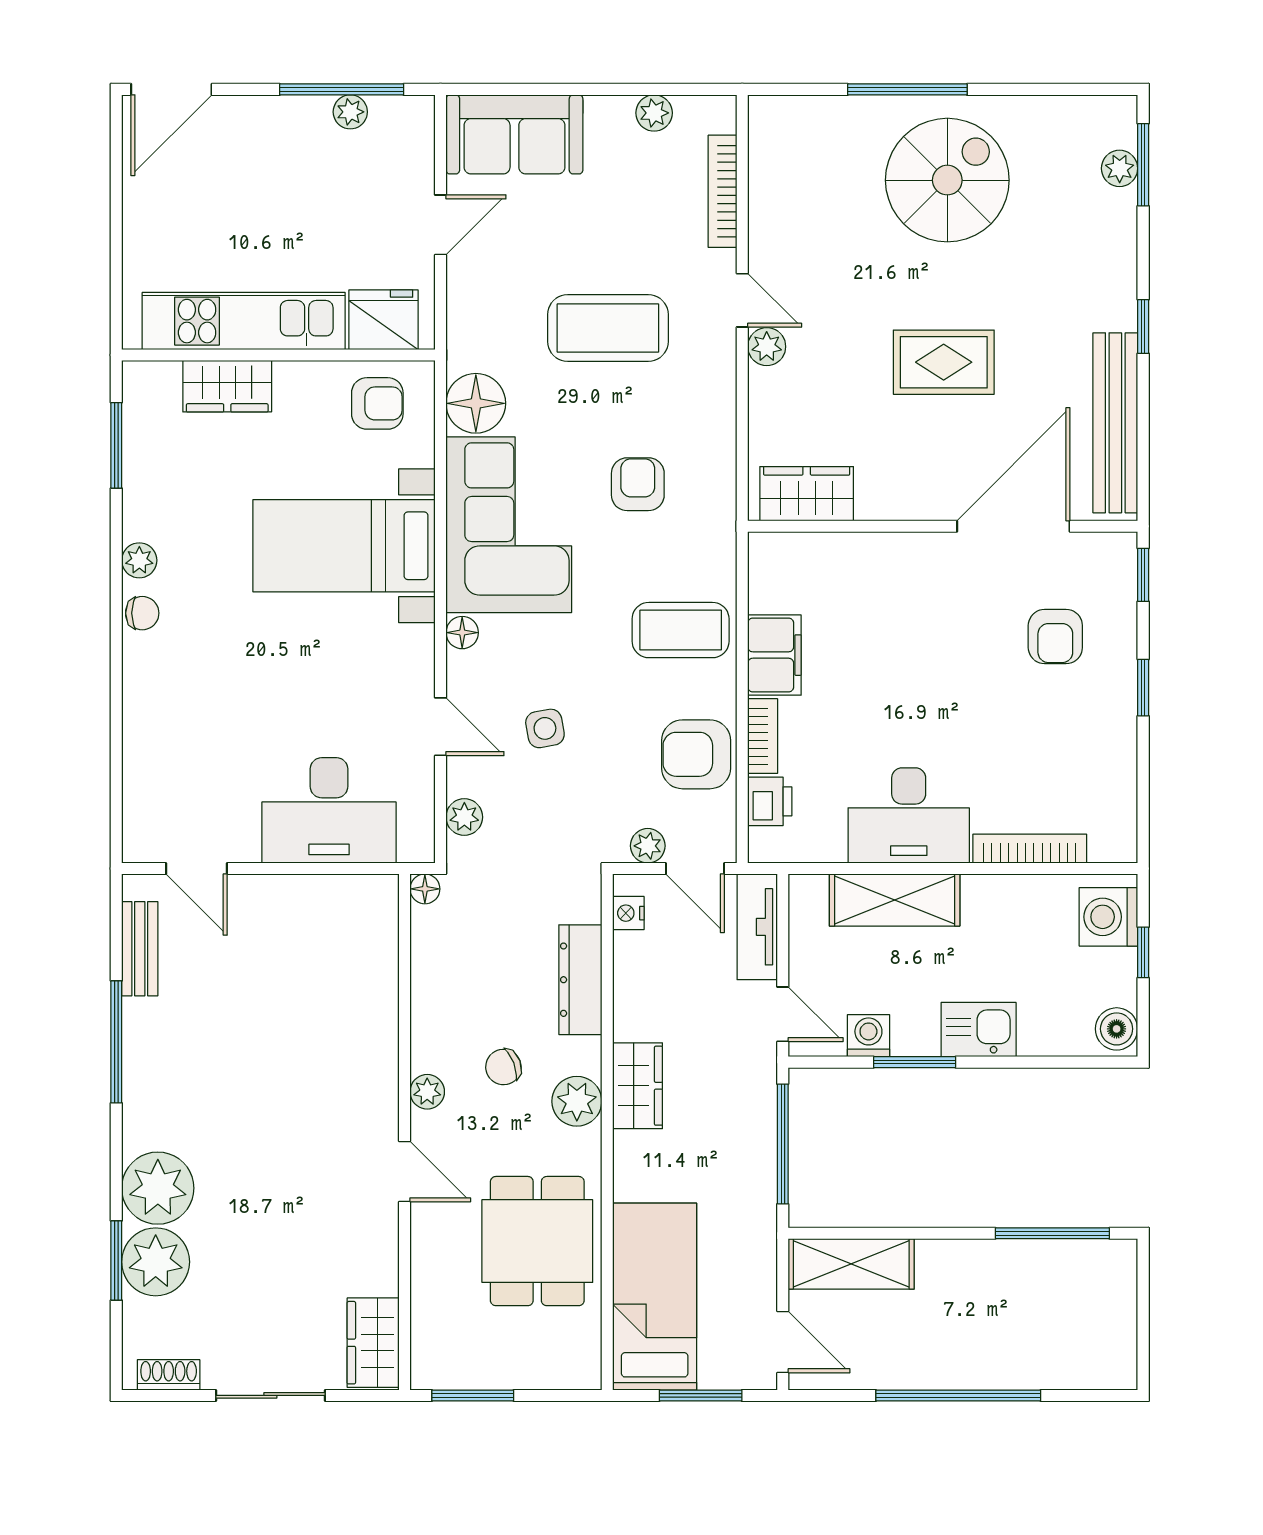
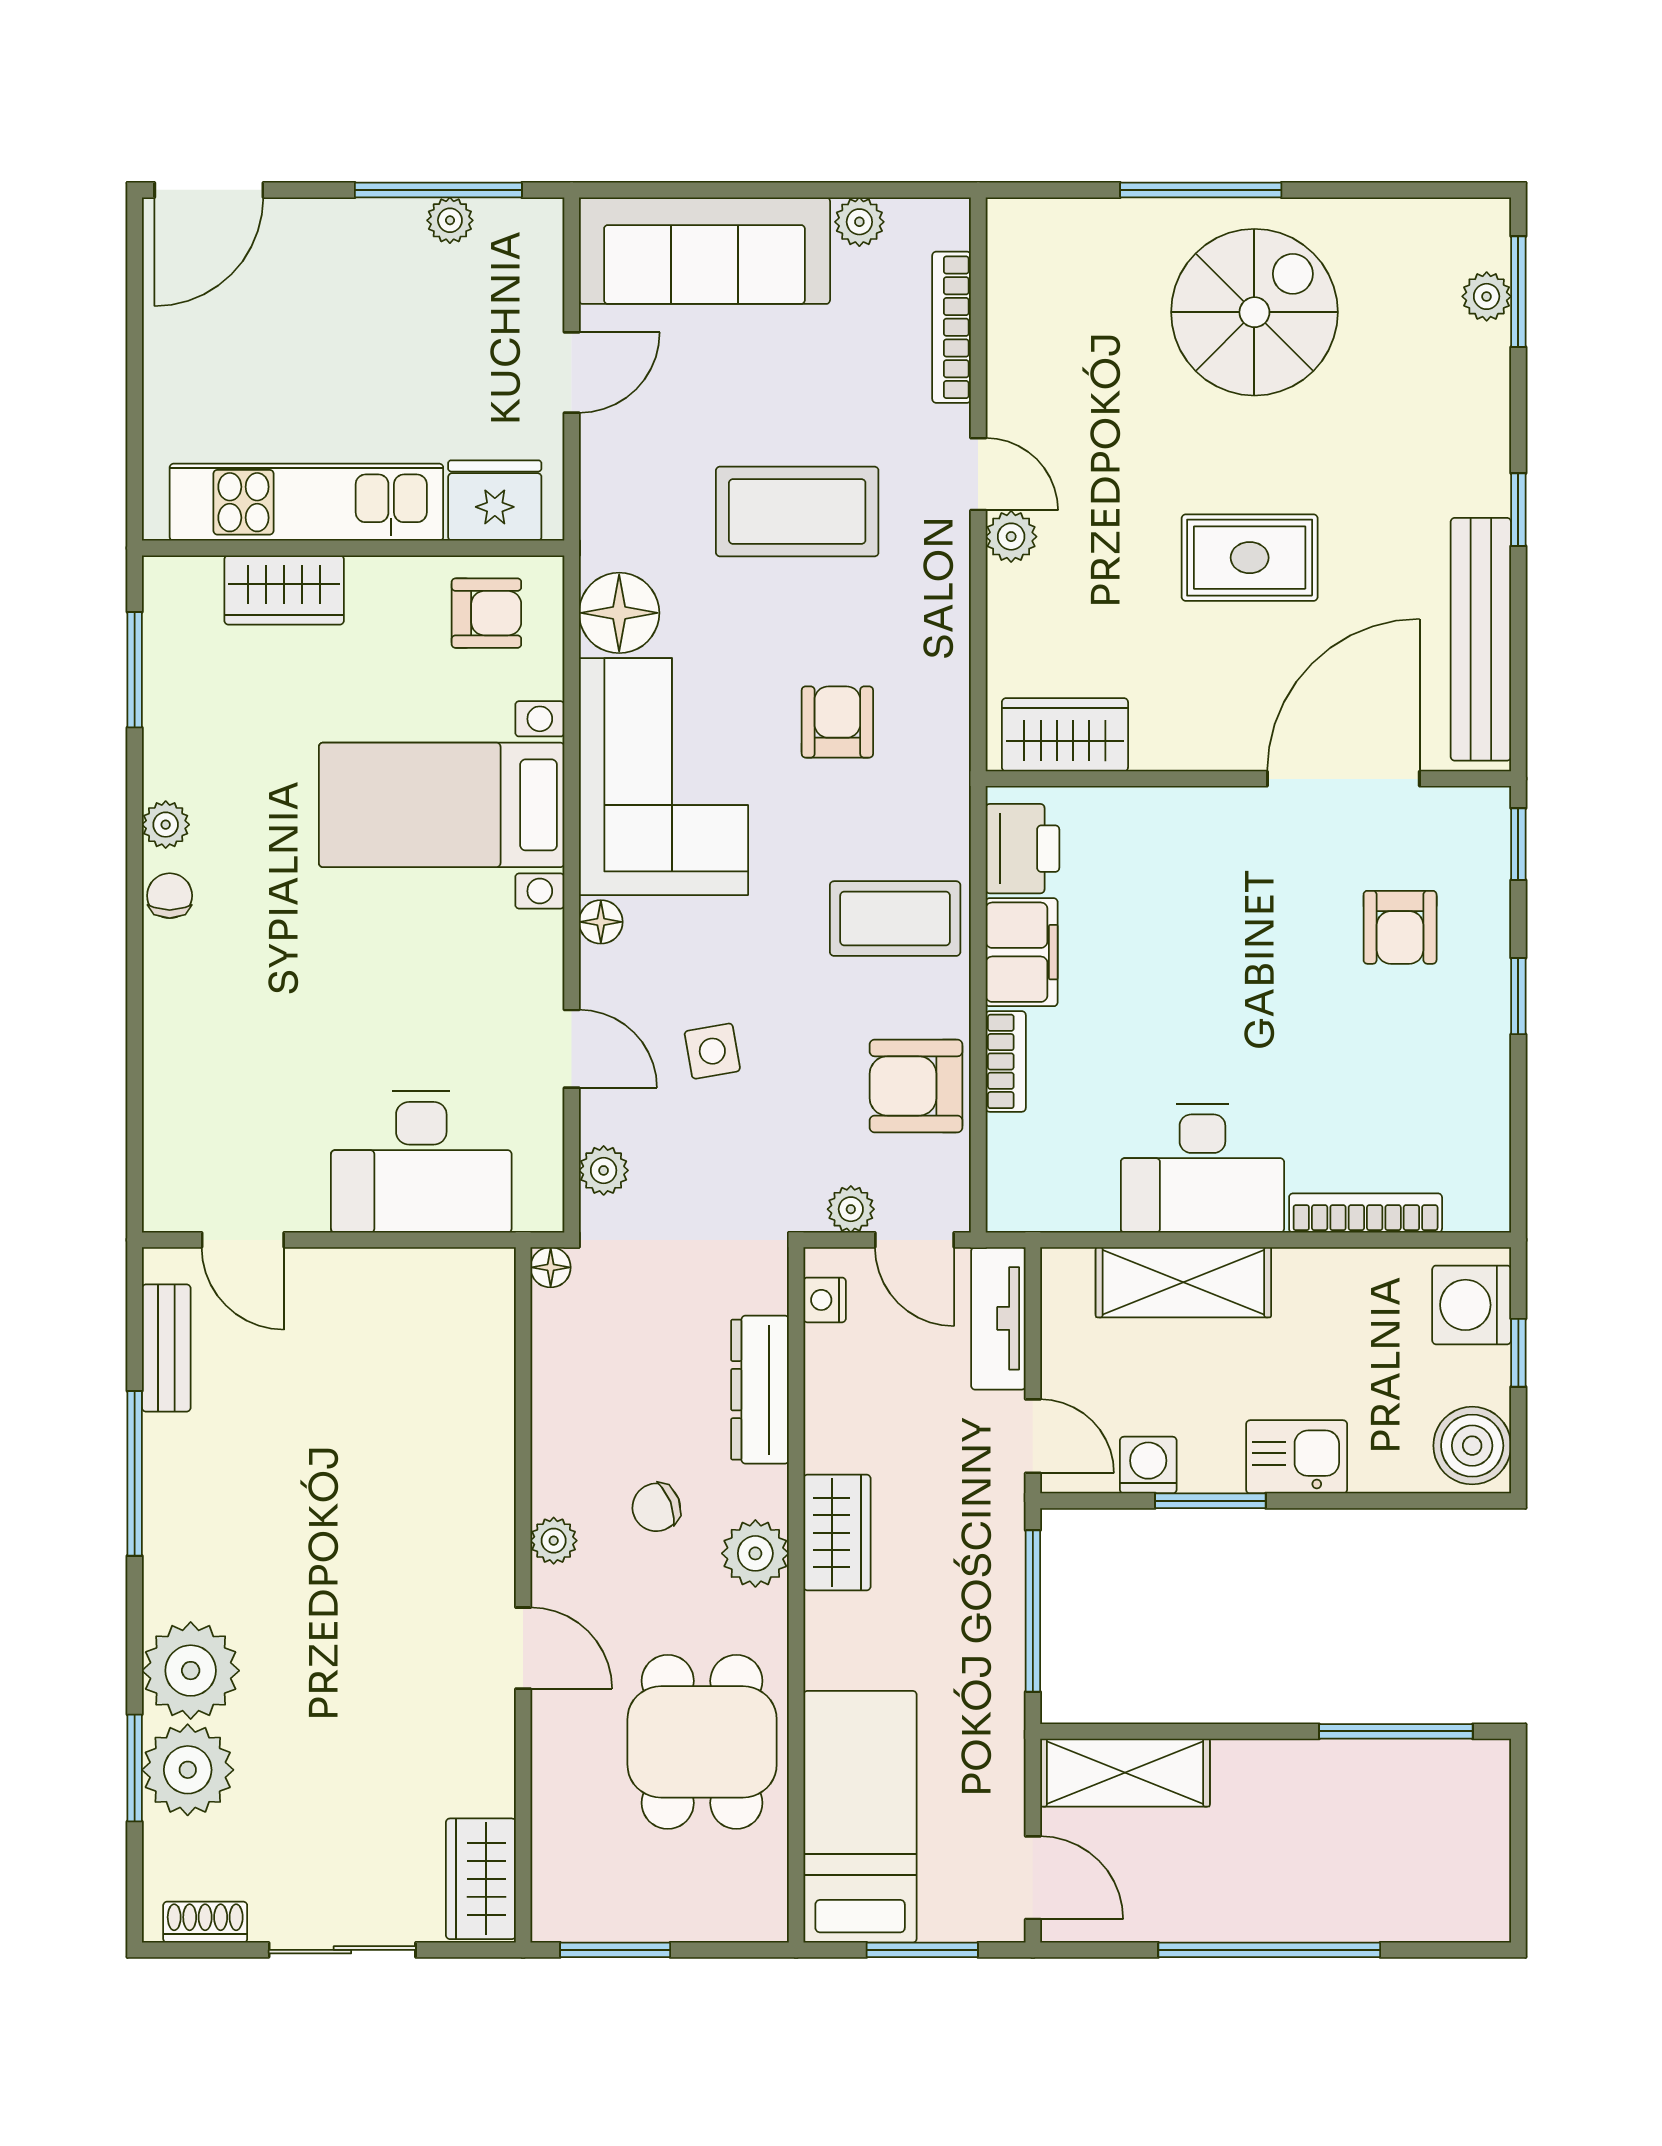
sofa: (514, 134) -> (704, 251), width x1.36
chair: (142, 613) -> (170, 896), turned -90
printer: (770, 801) -> (1022, 849), moved, width x1.36, depth x1.24
boiler: (1117, 1029) -> (1472, 1446), width x1.36, depth x1.36

